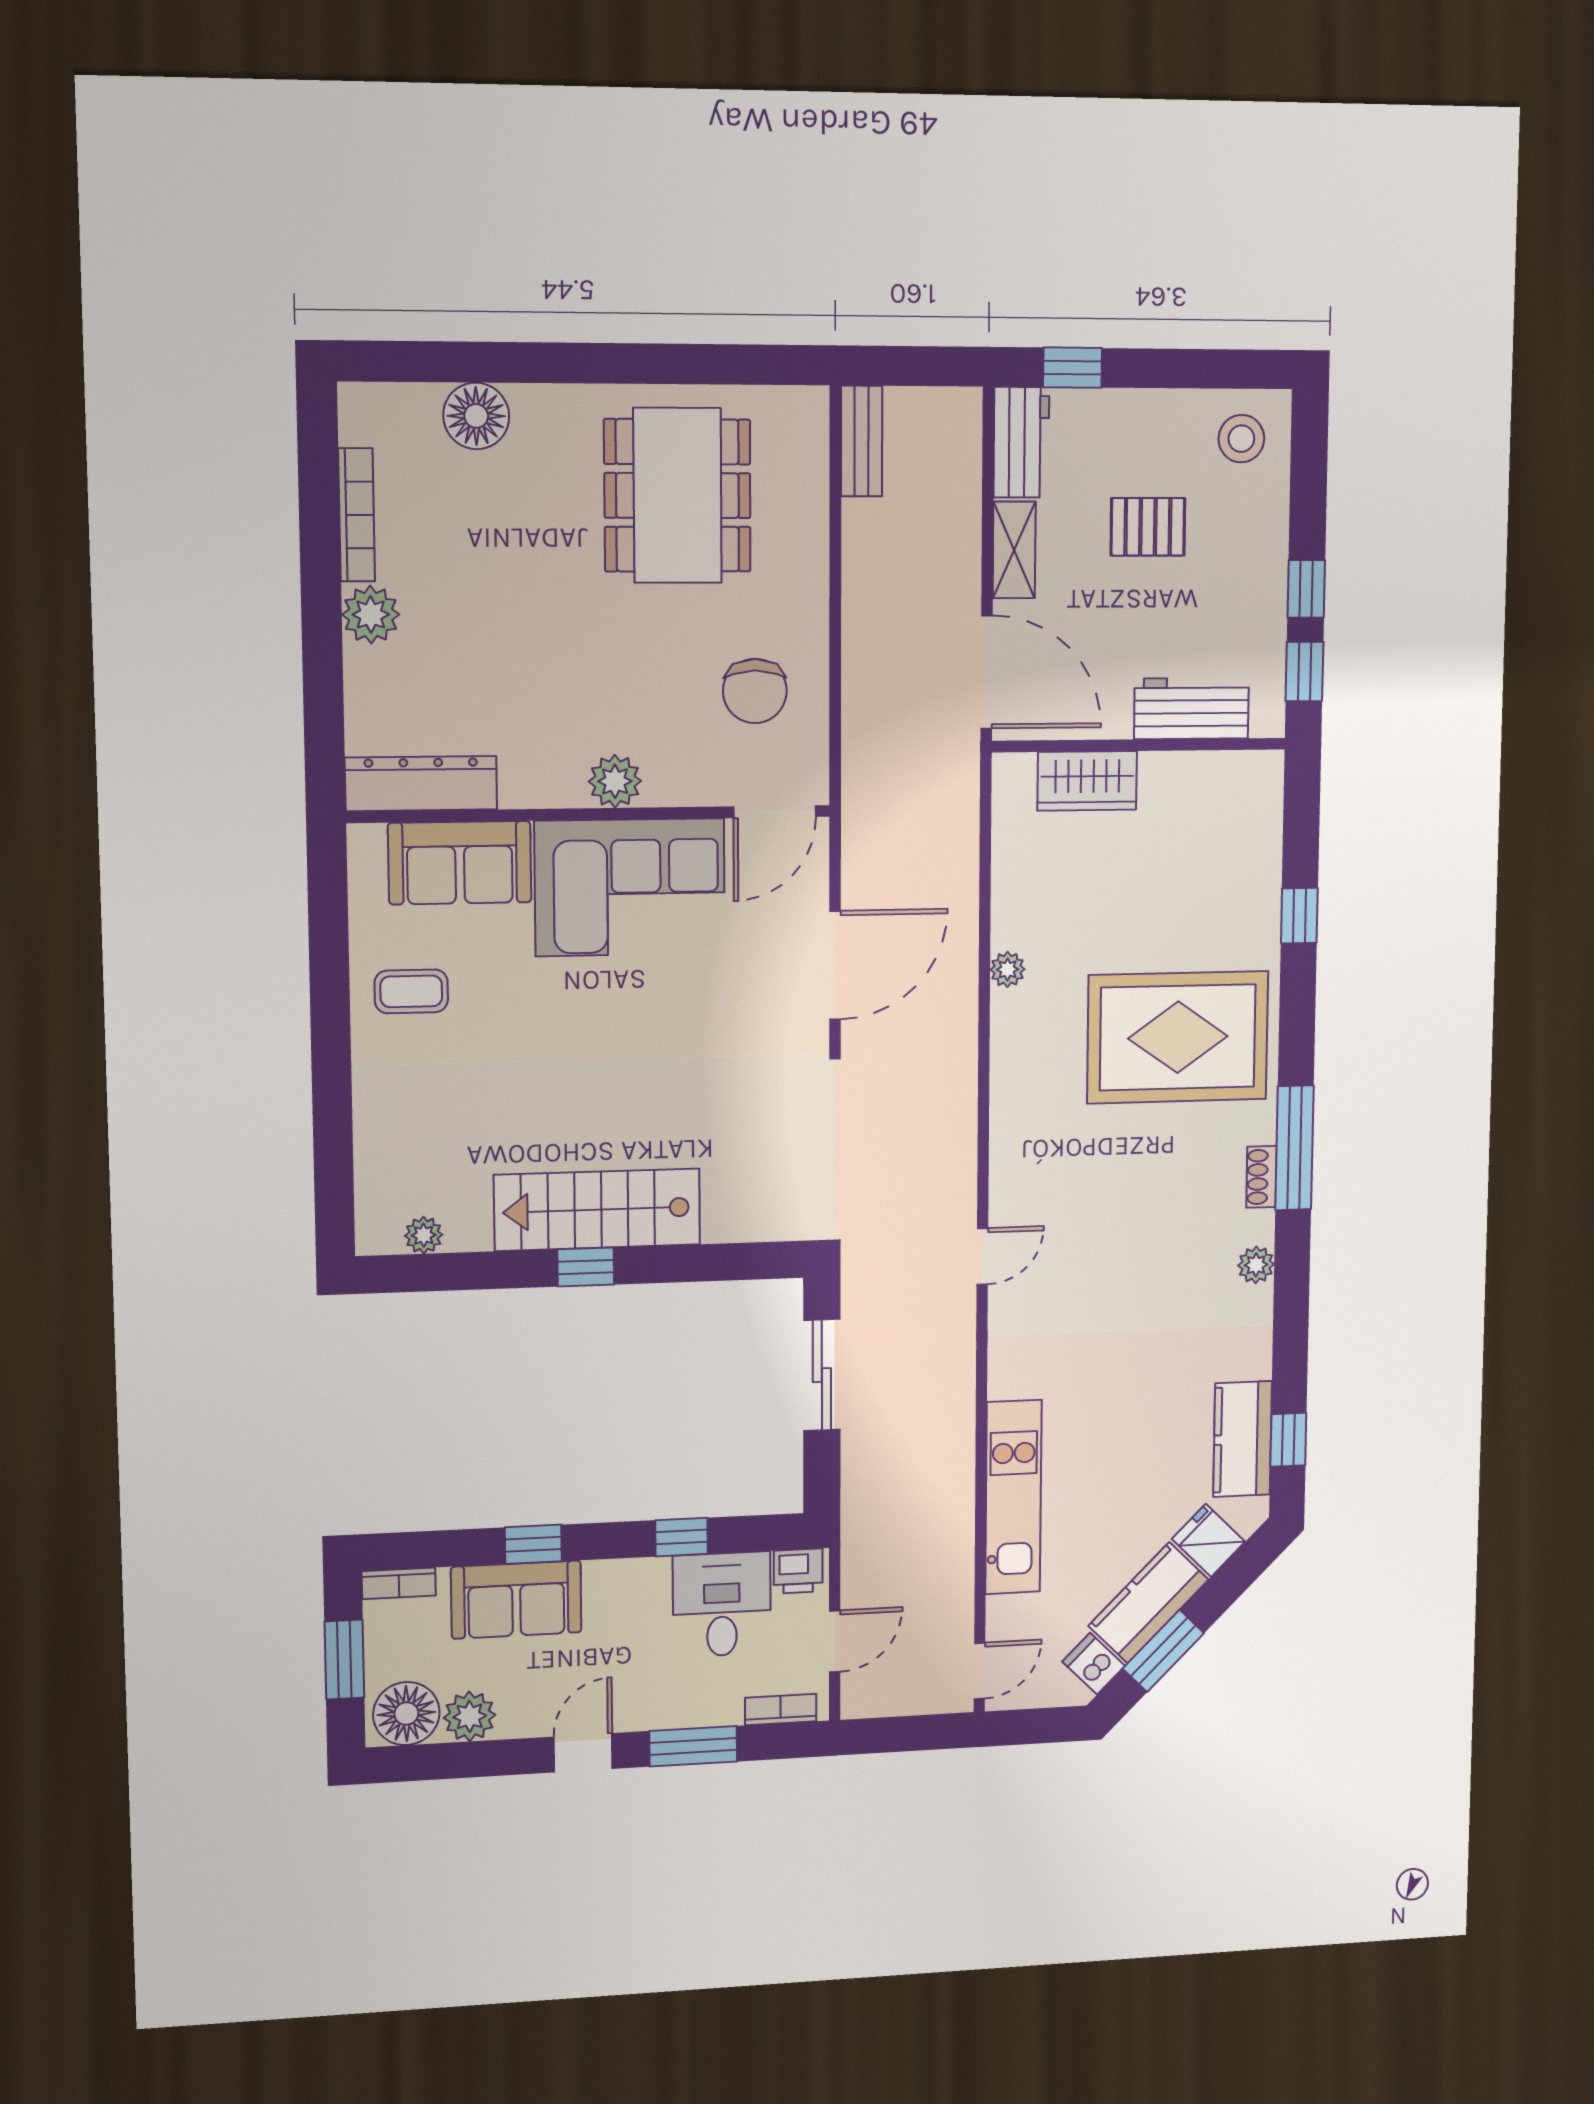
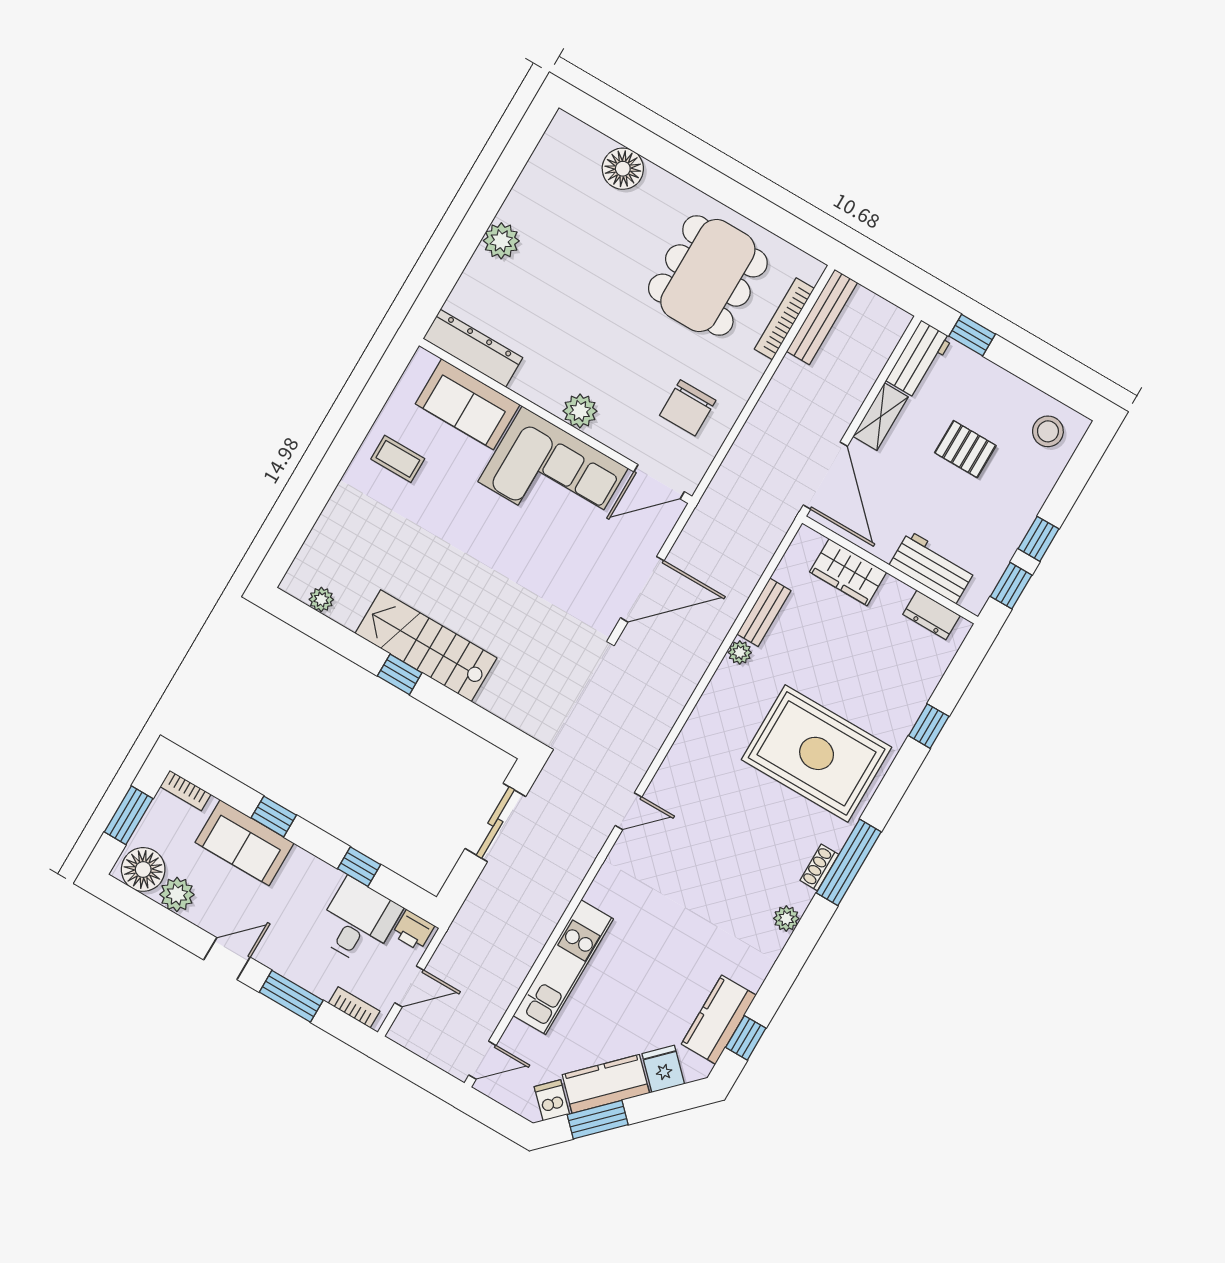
bench: (862, 441) -> (822, 317), width x1.36
bookcase: (357, 515) -> (784, 319), moved, turned 180
dresser: (1224, 771) -> (931, 615), added
bench: (1009, 899) -> (764, 612), added

